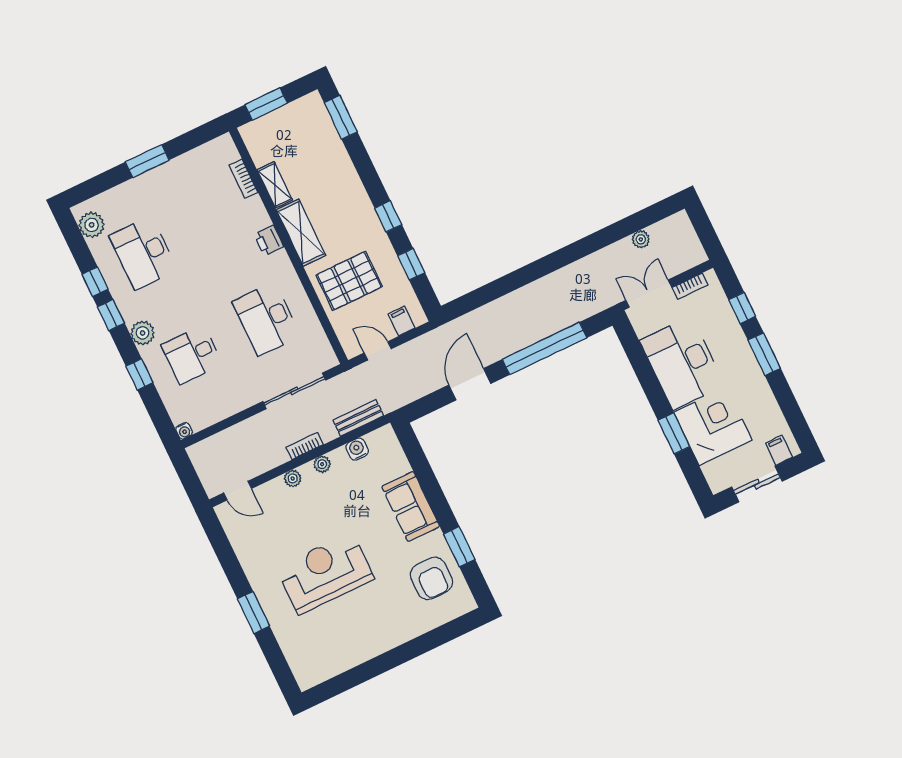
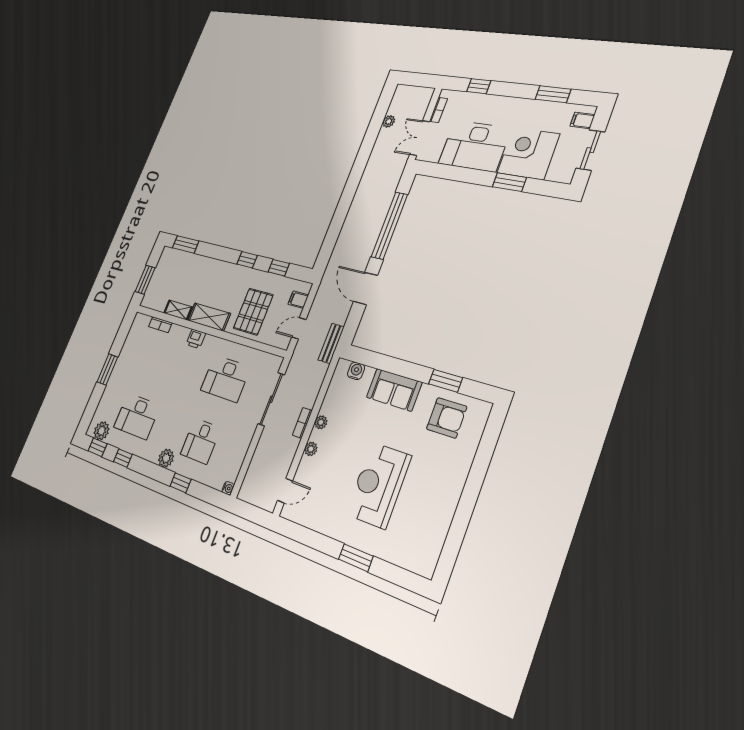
window: (111, 315) -> (98, 447), moved
window: (764, 354) -> (553, 94), moved
bench: (358, 418) -> (331, 343), moved
water cooler: (357, 449) -> (356, 371), moved, turned 90

